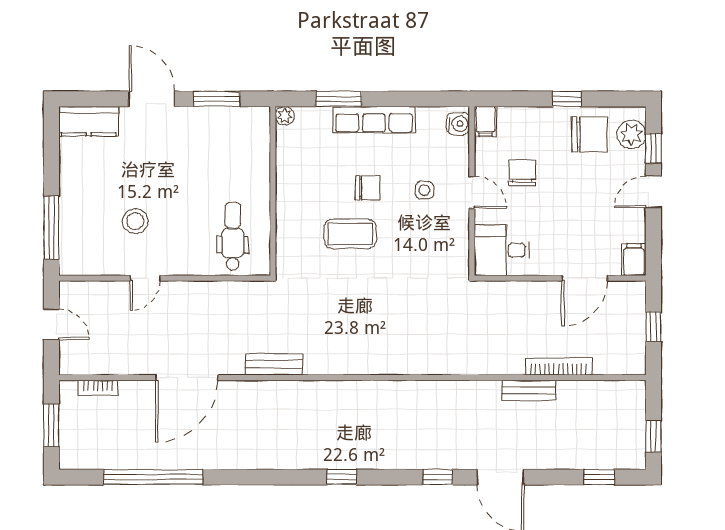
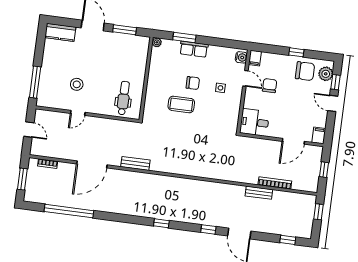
row of seats: (374, 120) -> (194, 49), width x0.68
door: (472, 192) -> (245, 78), moved
door: (653, 192) -> (333, 103), hinge flipped
window: (653, 436) -> (318, 212), moved

